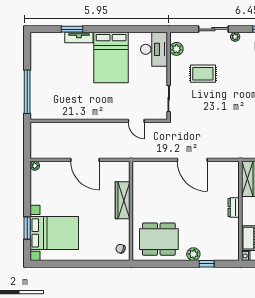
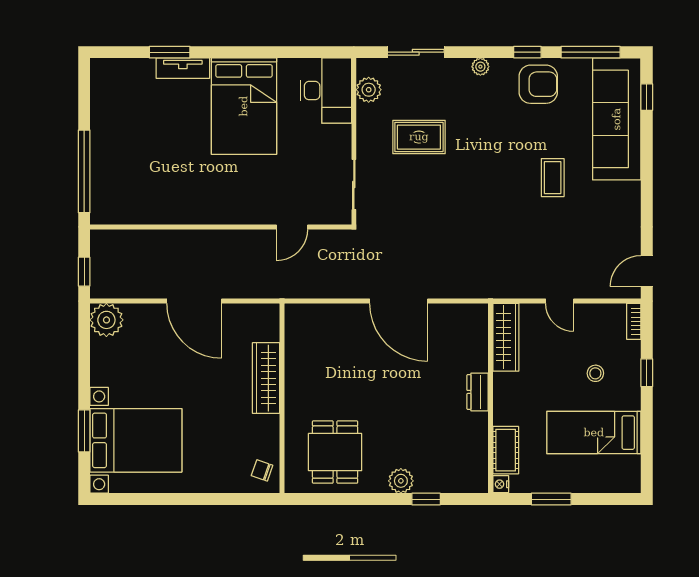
sliding door: (213, 29) -> (416, 52), moved
door: (136, 121) -> (292, 227), hinge flipped
window: (27, 144) -> (84, 272), added
plant: (35, 166) -> (106, 320), width x1.88, depth x1.88
dining table: (159, 239) -> (335, 452), width x0.73

